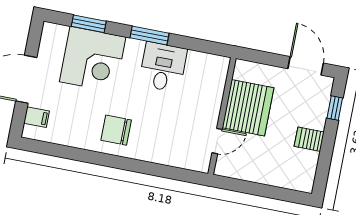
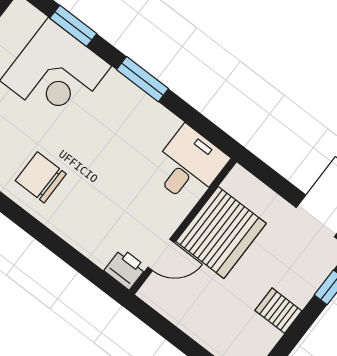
desk: (163, 67) -> (189, 165), moved
printer: (199, 161) -> (125, 269), added

